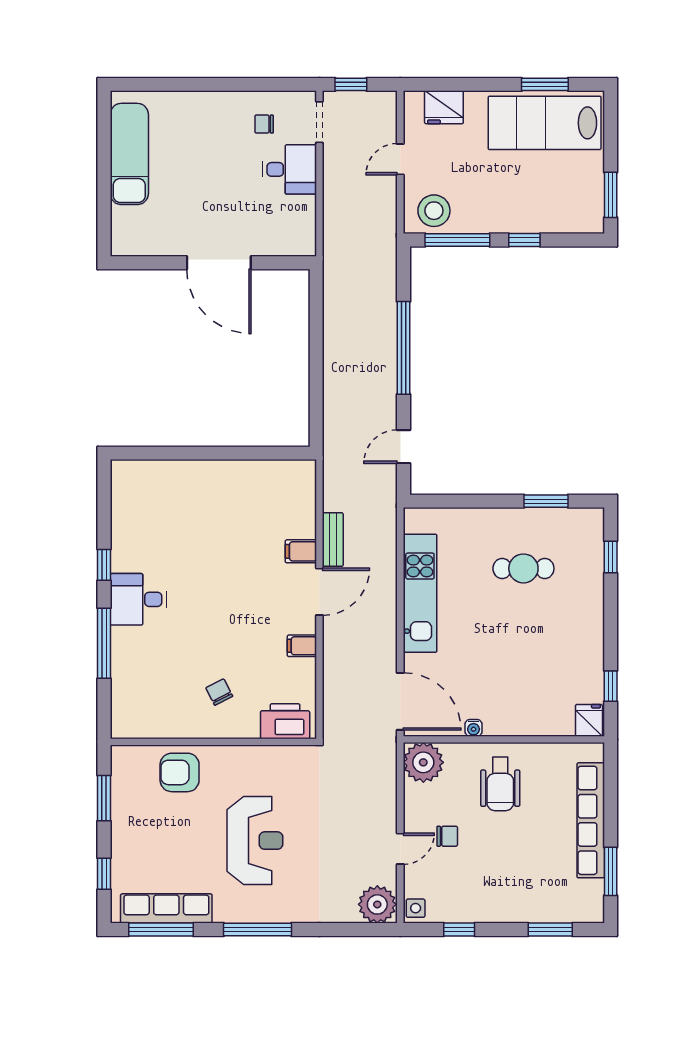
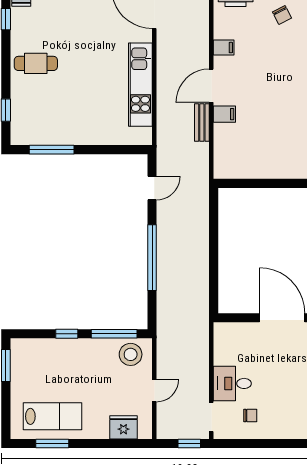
lab bench: (545, 123) -> (52, 416), width x0.73, depth x0.72
window: (546, 501) -> (52, 150), width x1.44
cafe table: (523, 568) -> (36, 63), moved

